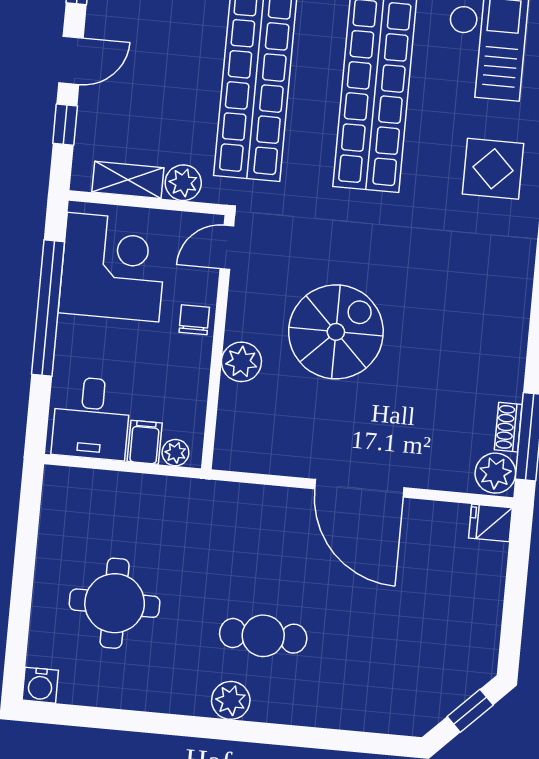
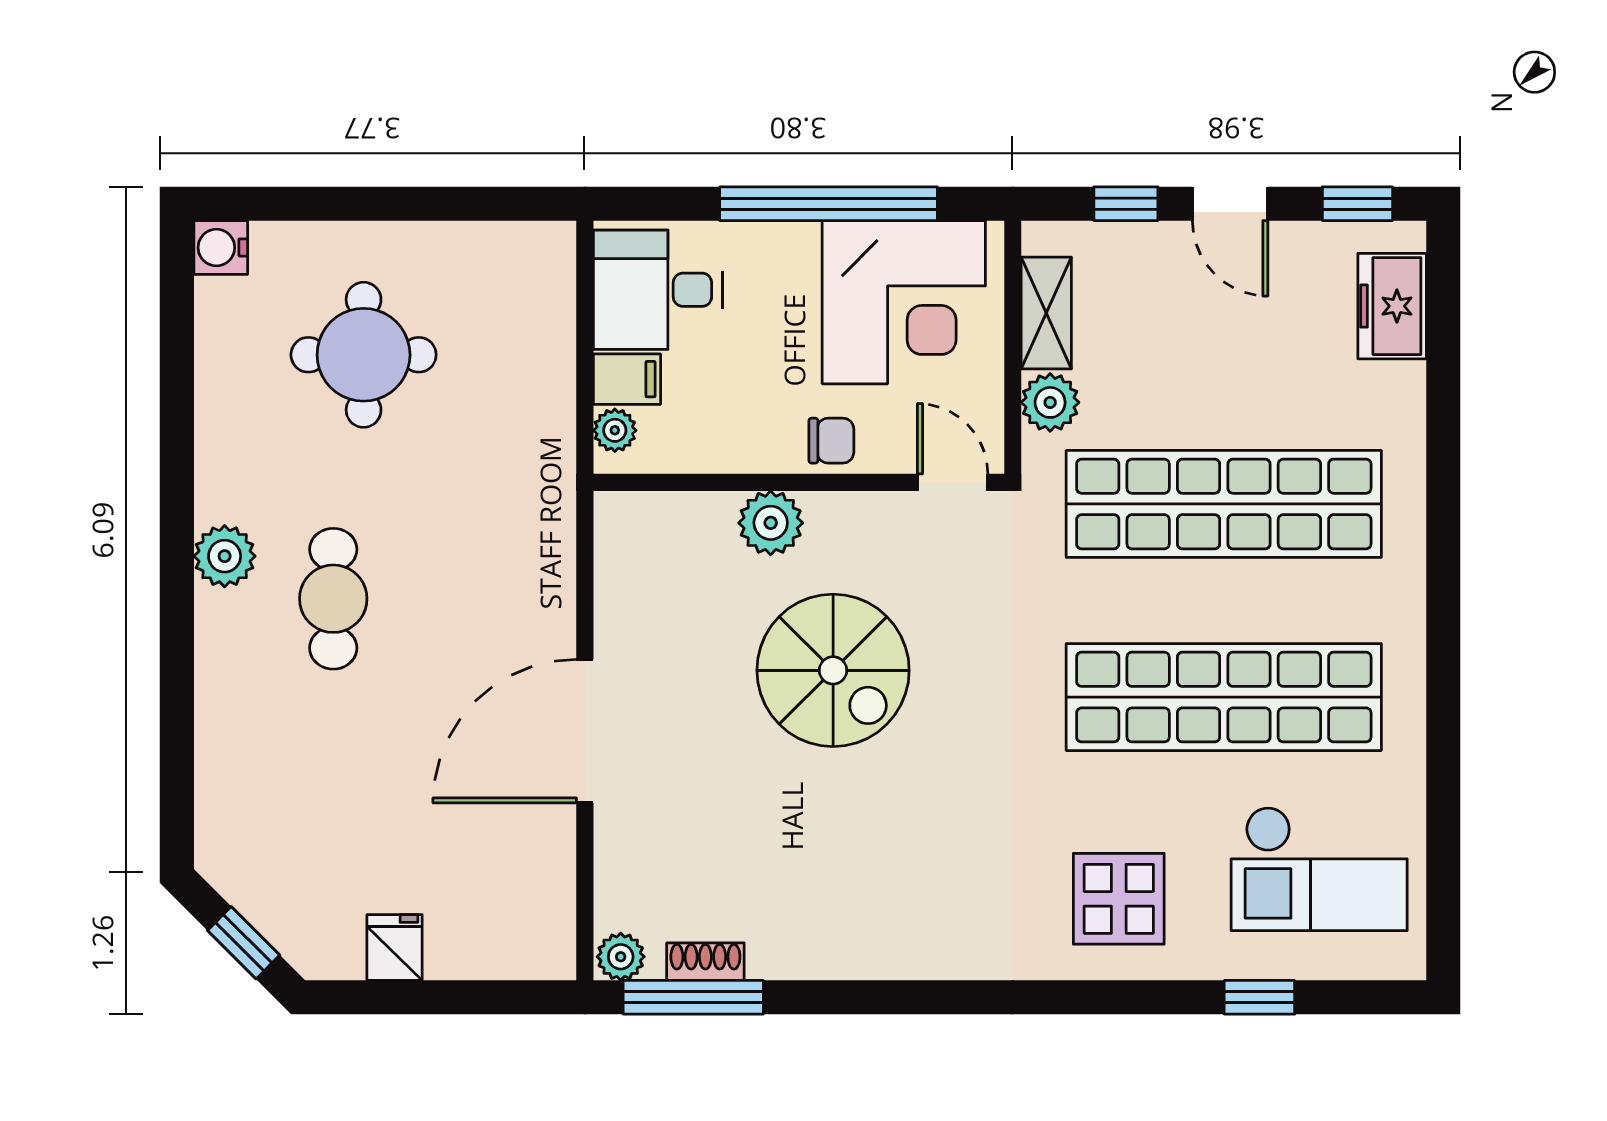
plant: (495, 473) -> (621, 957), width x0.73, depth x0.73
fridge: (491, 523) -> (395, 947), moved

